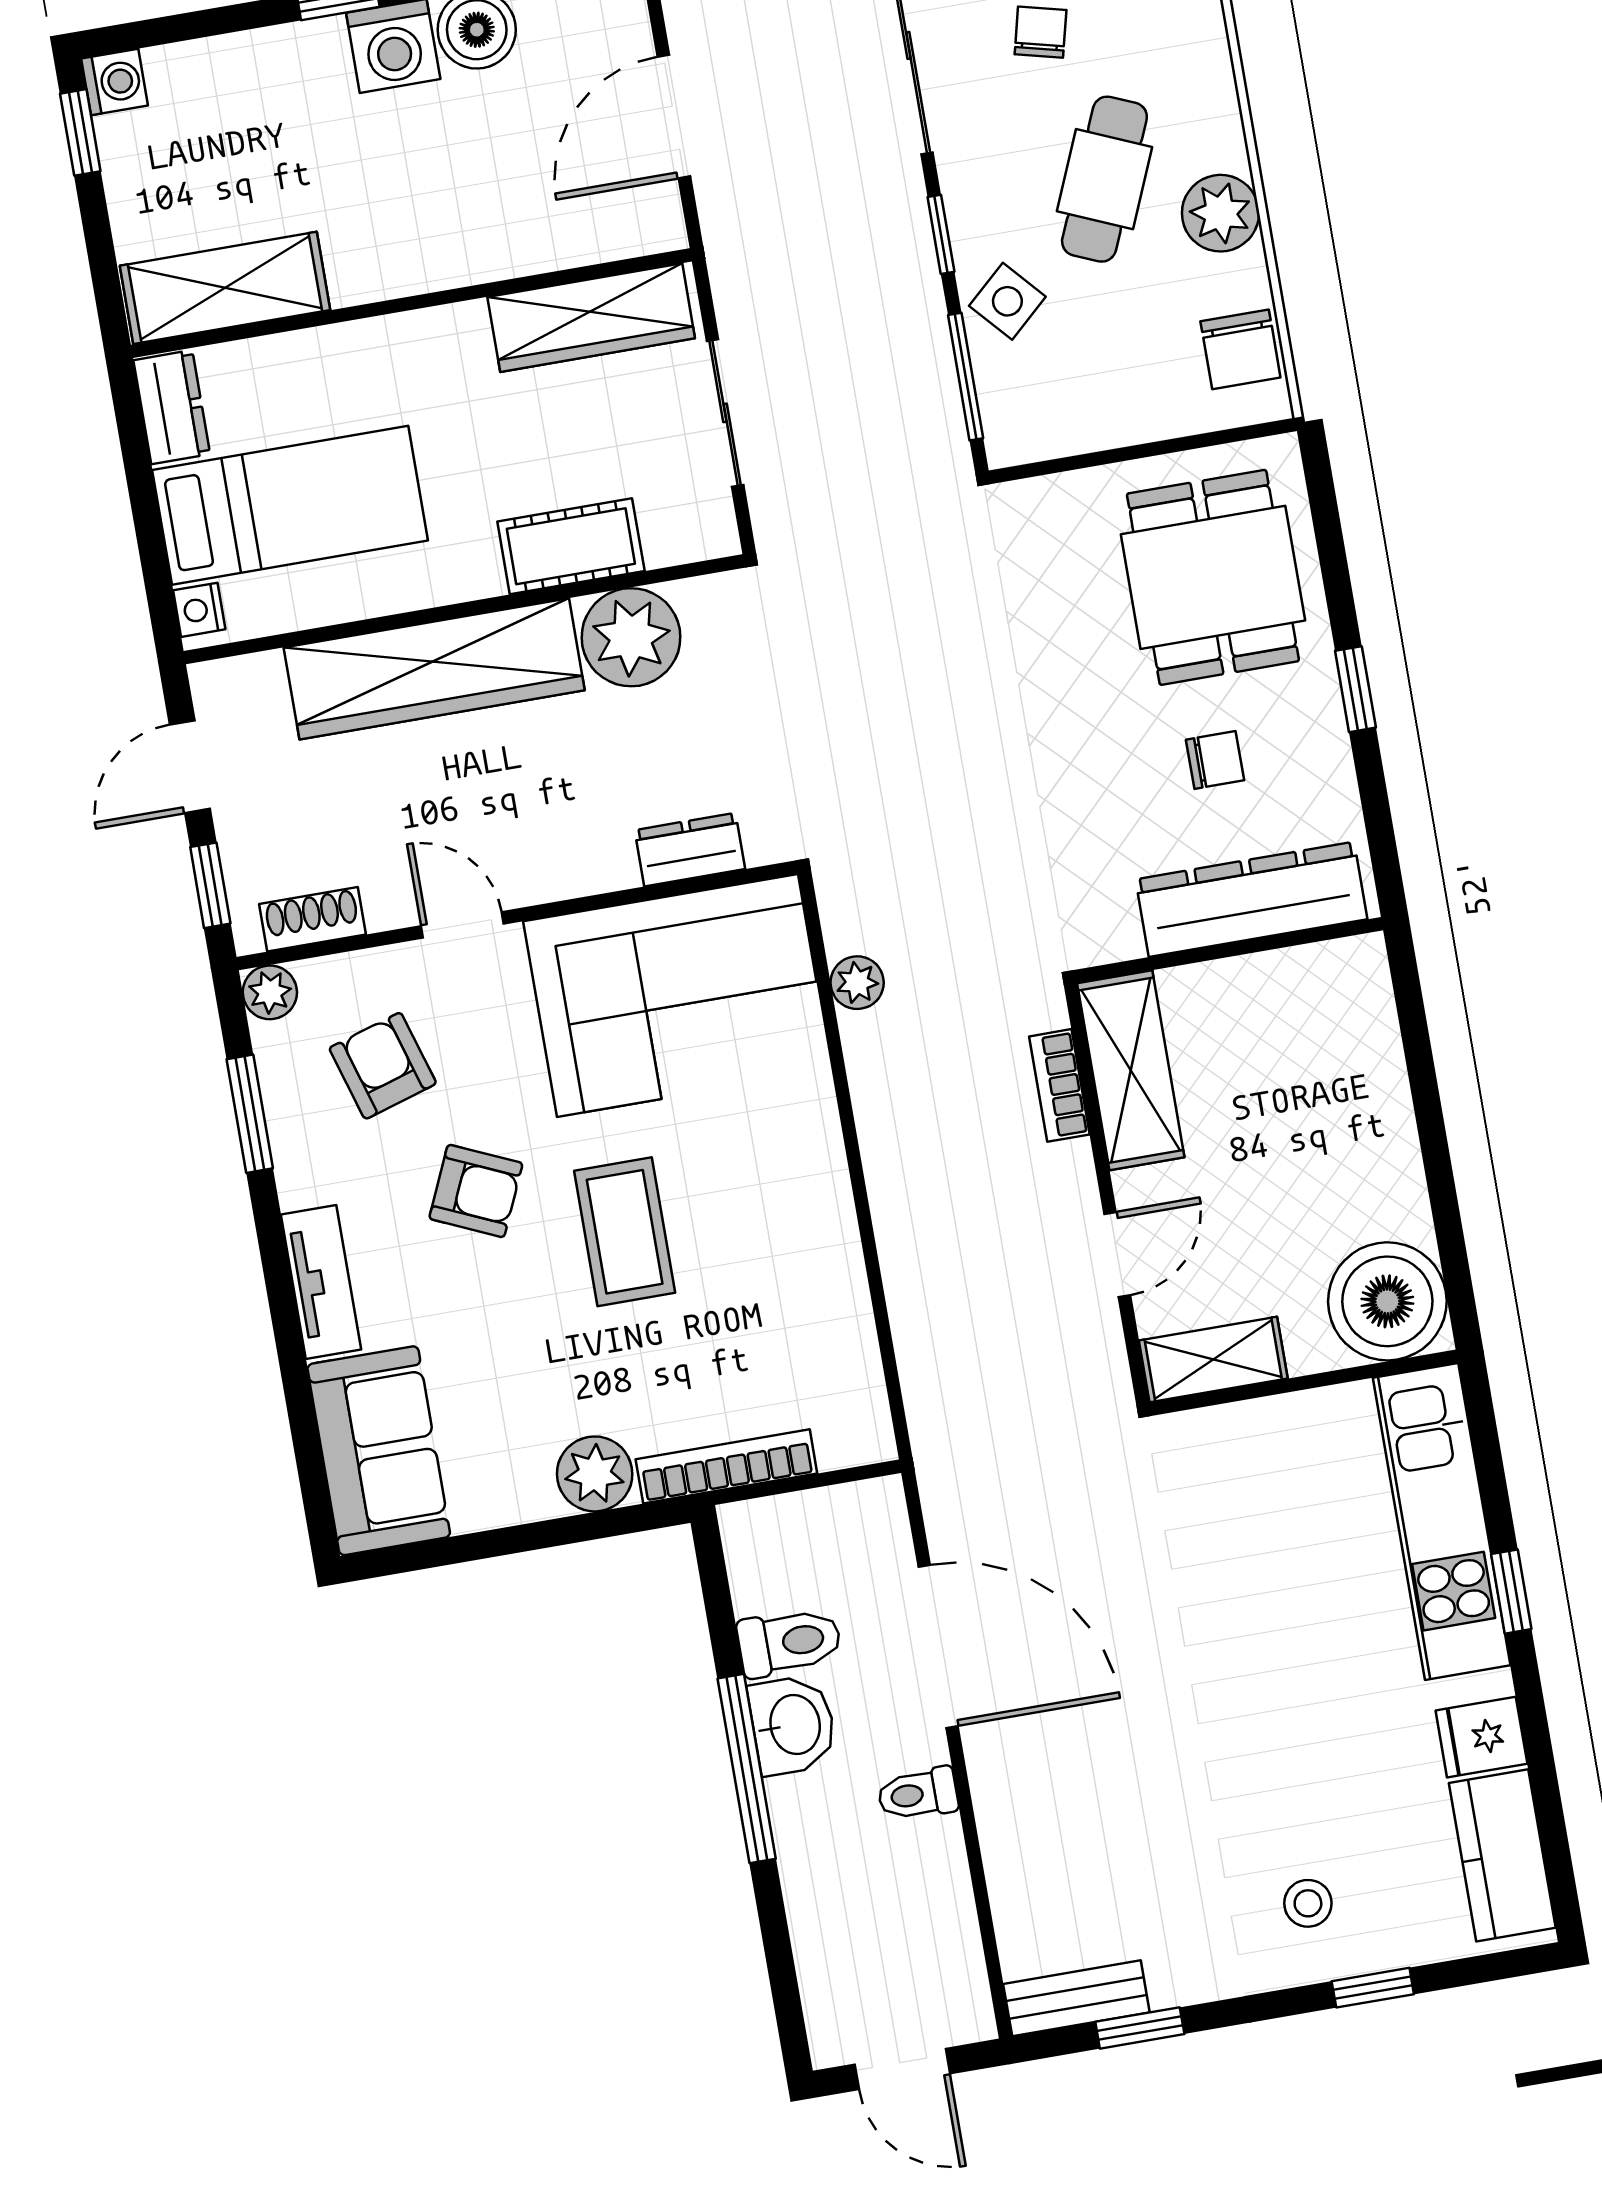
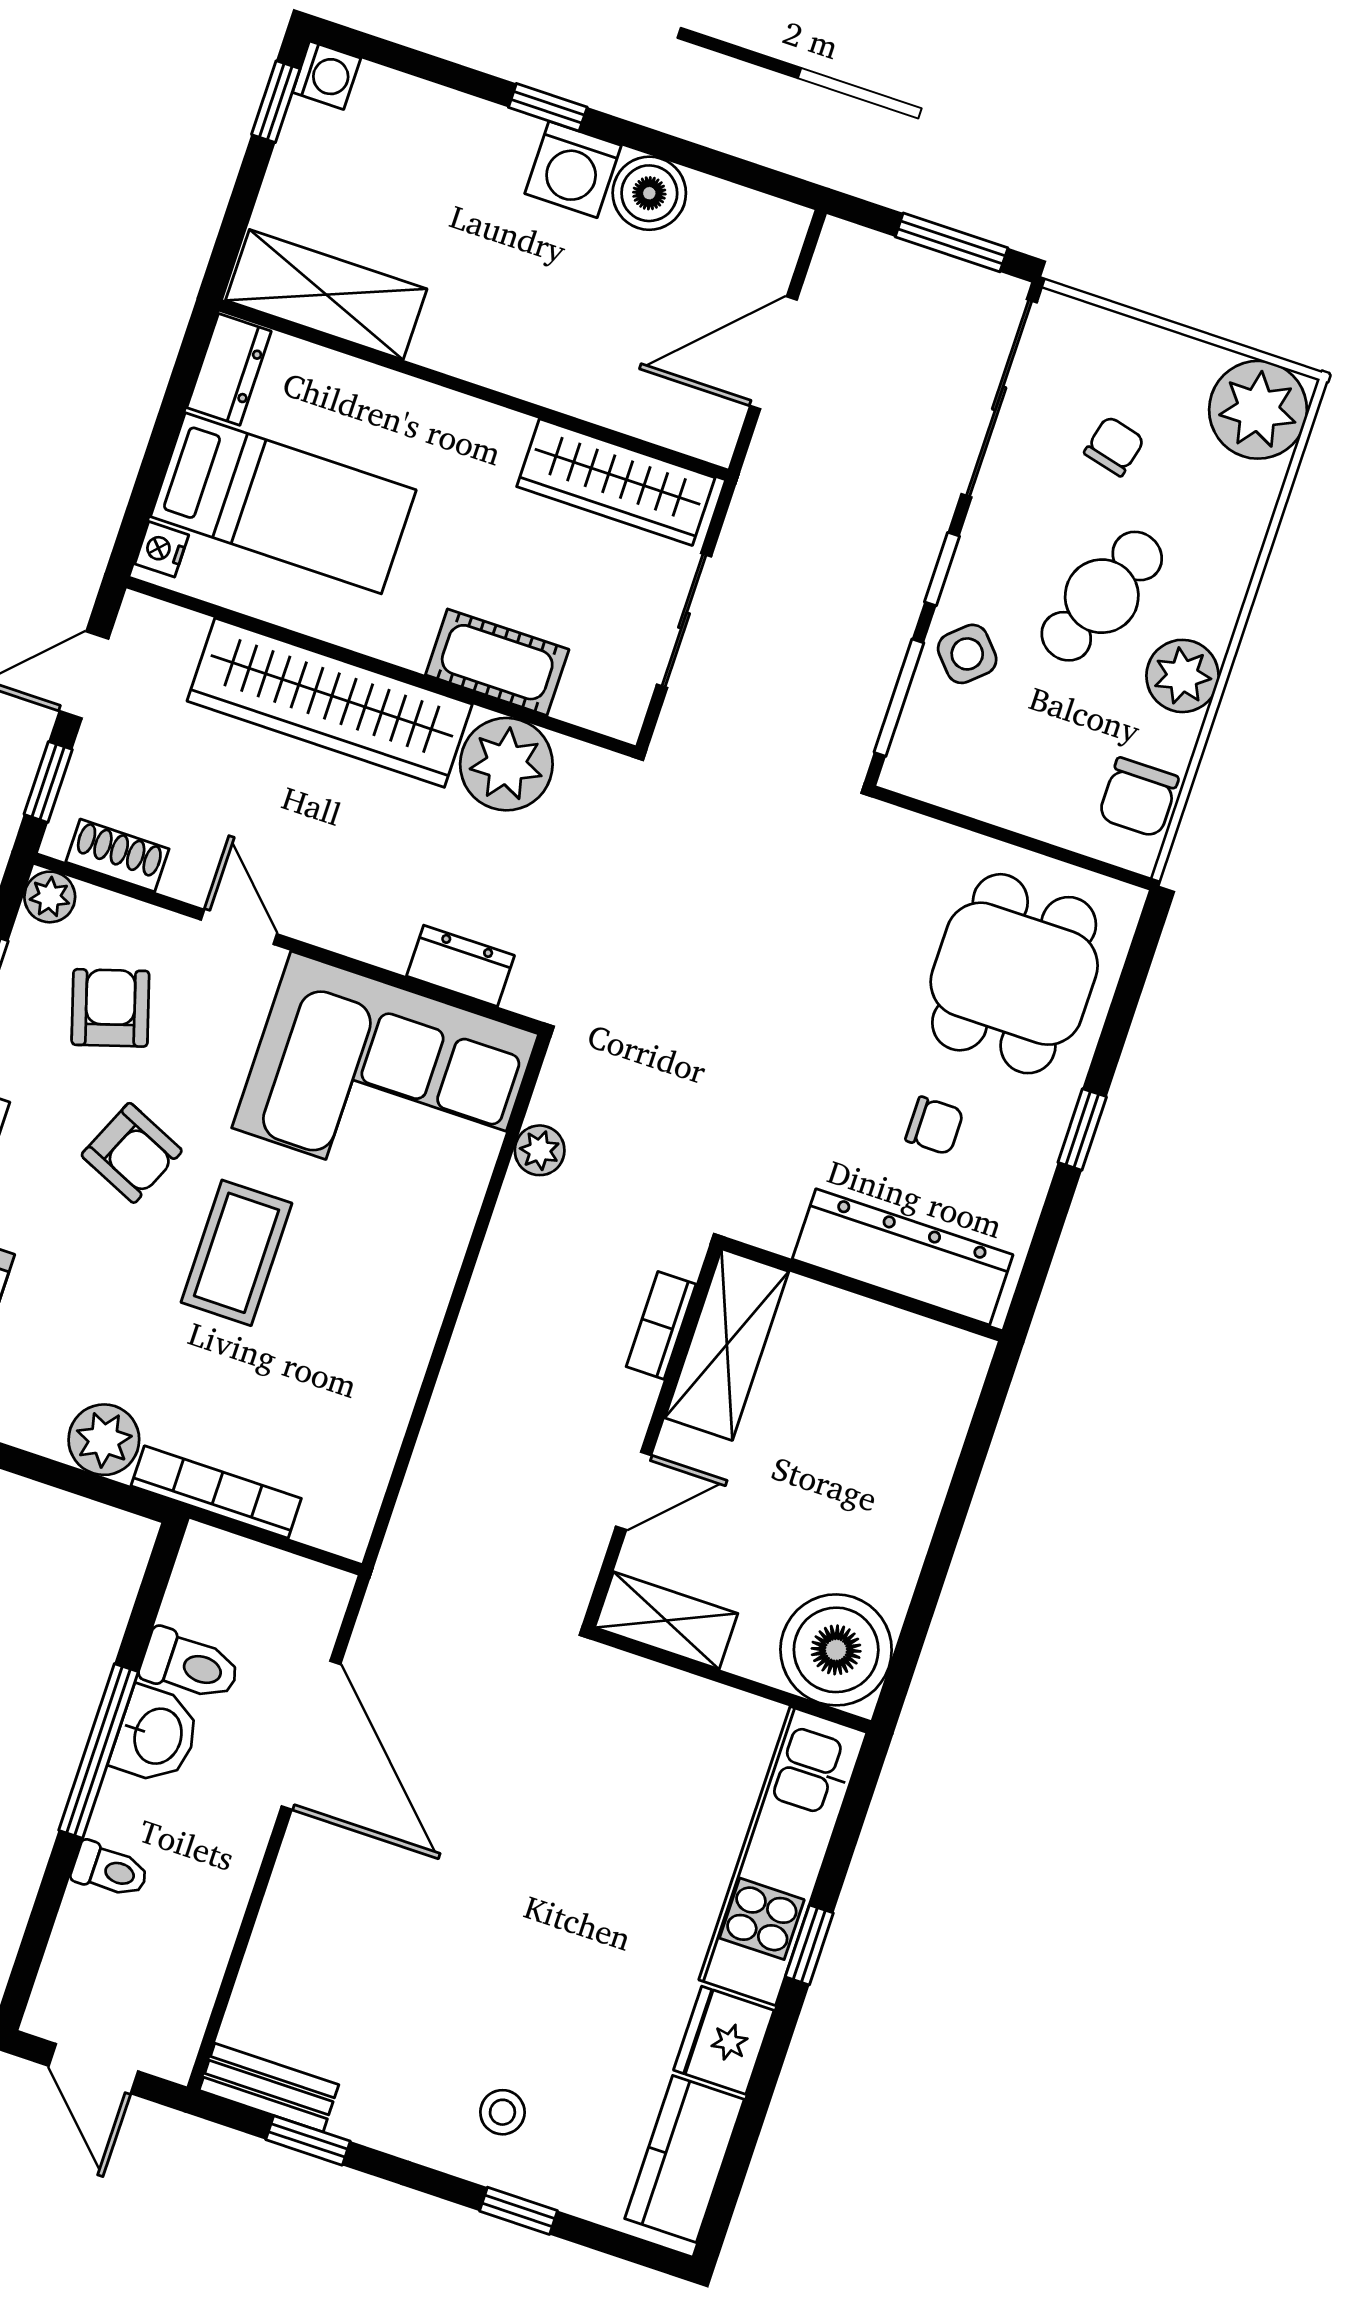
fridge: (1481, 1737) -> (724, 2040), width x1.38
toilet: (918, 1794) -> (110, 1870), moved, turned 180

